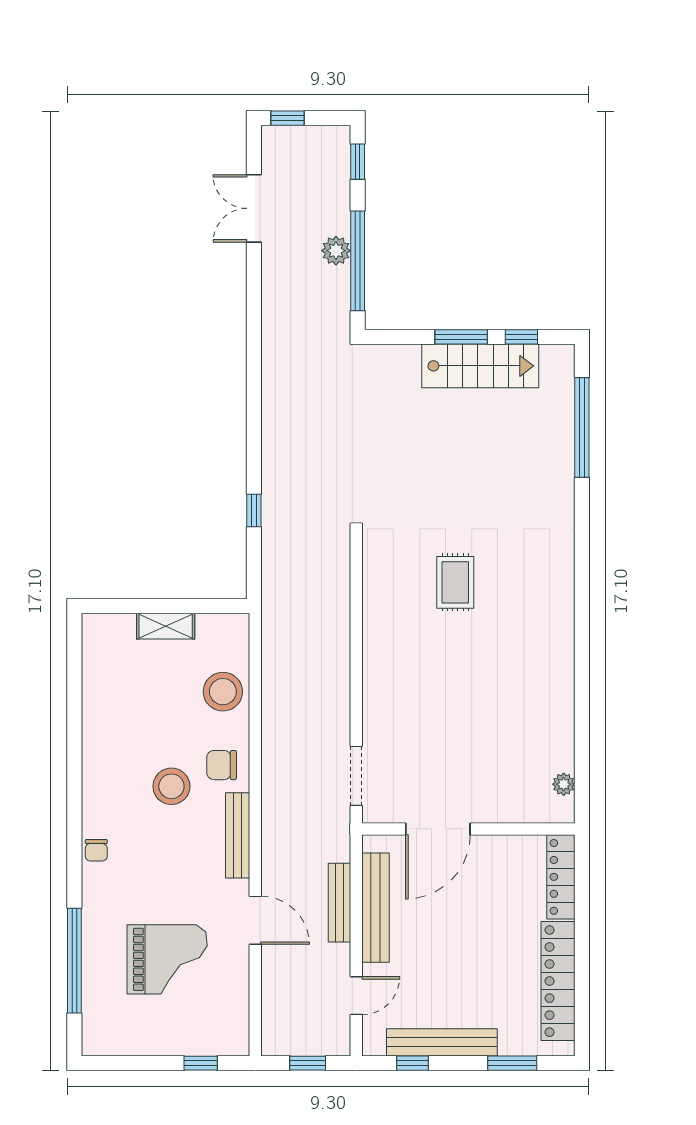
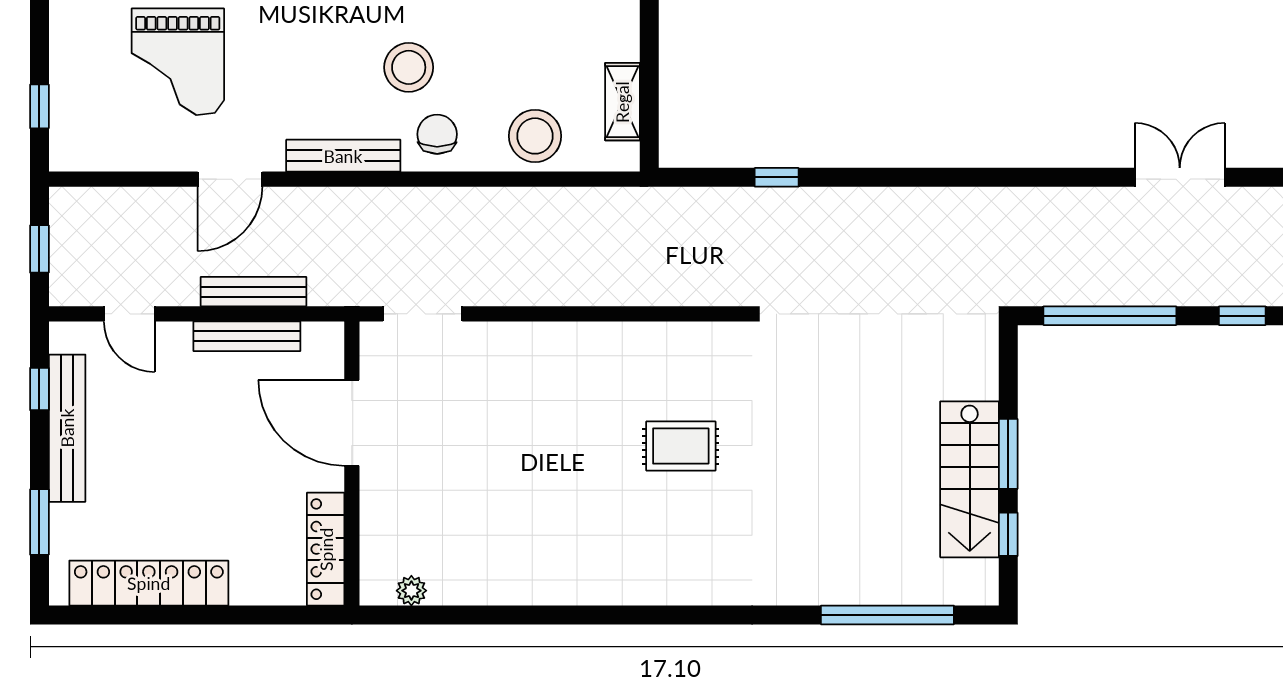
plant: (336, 251) -> (1123, 287), removed
shelving: (166, 626) -> (622, 102), moved
locker: (561, 877) -> (326, 549), moved, turned -90
bench: (375, 908) -> (247, 336), width x0.73, depth x0.82

